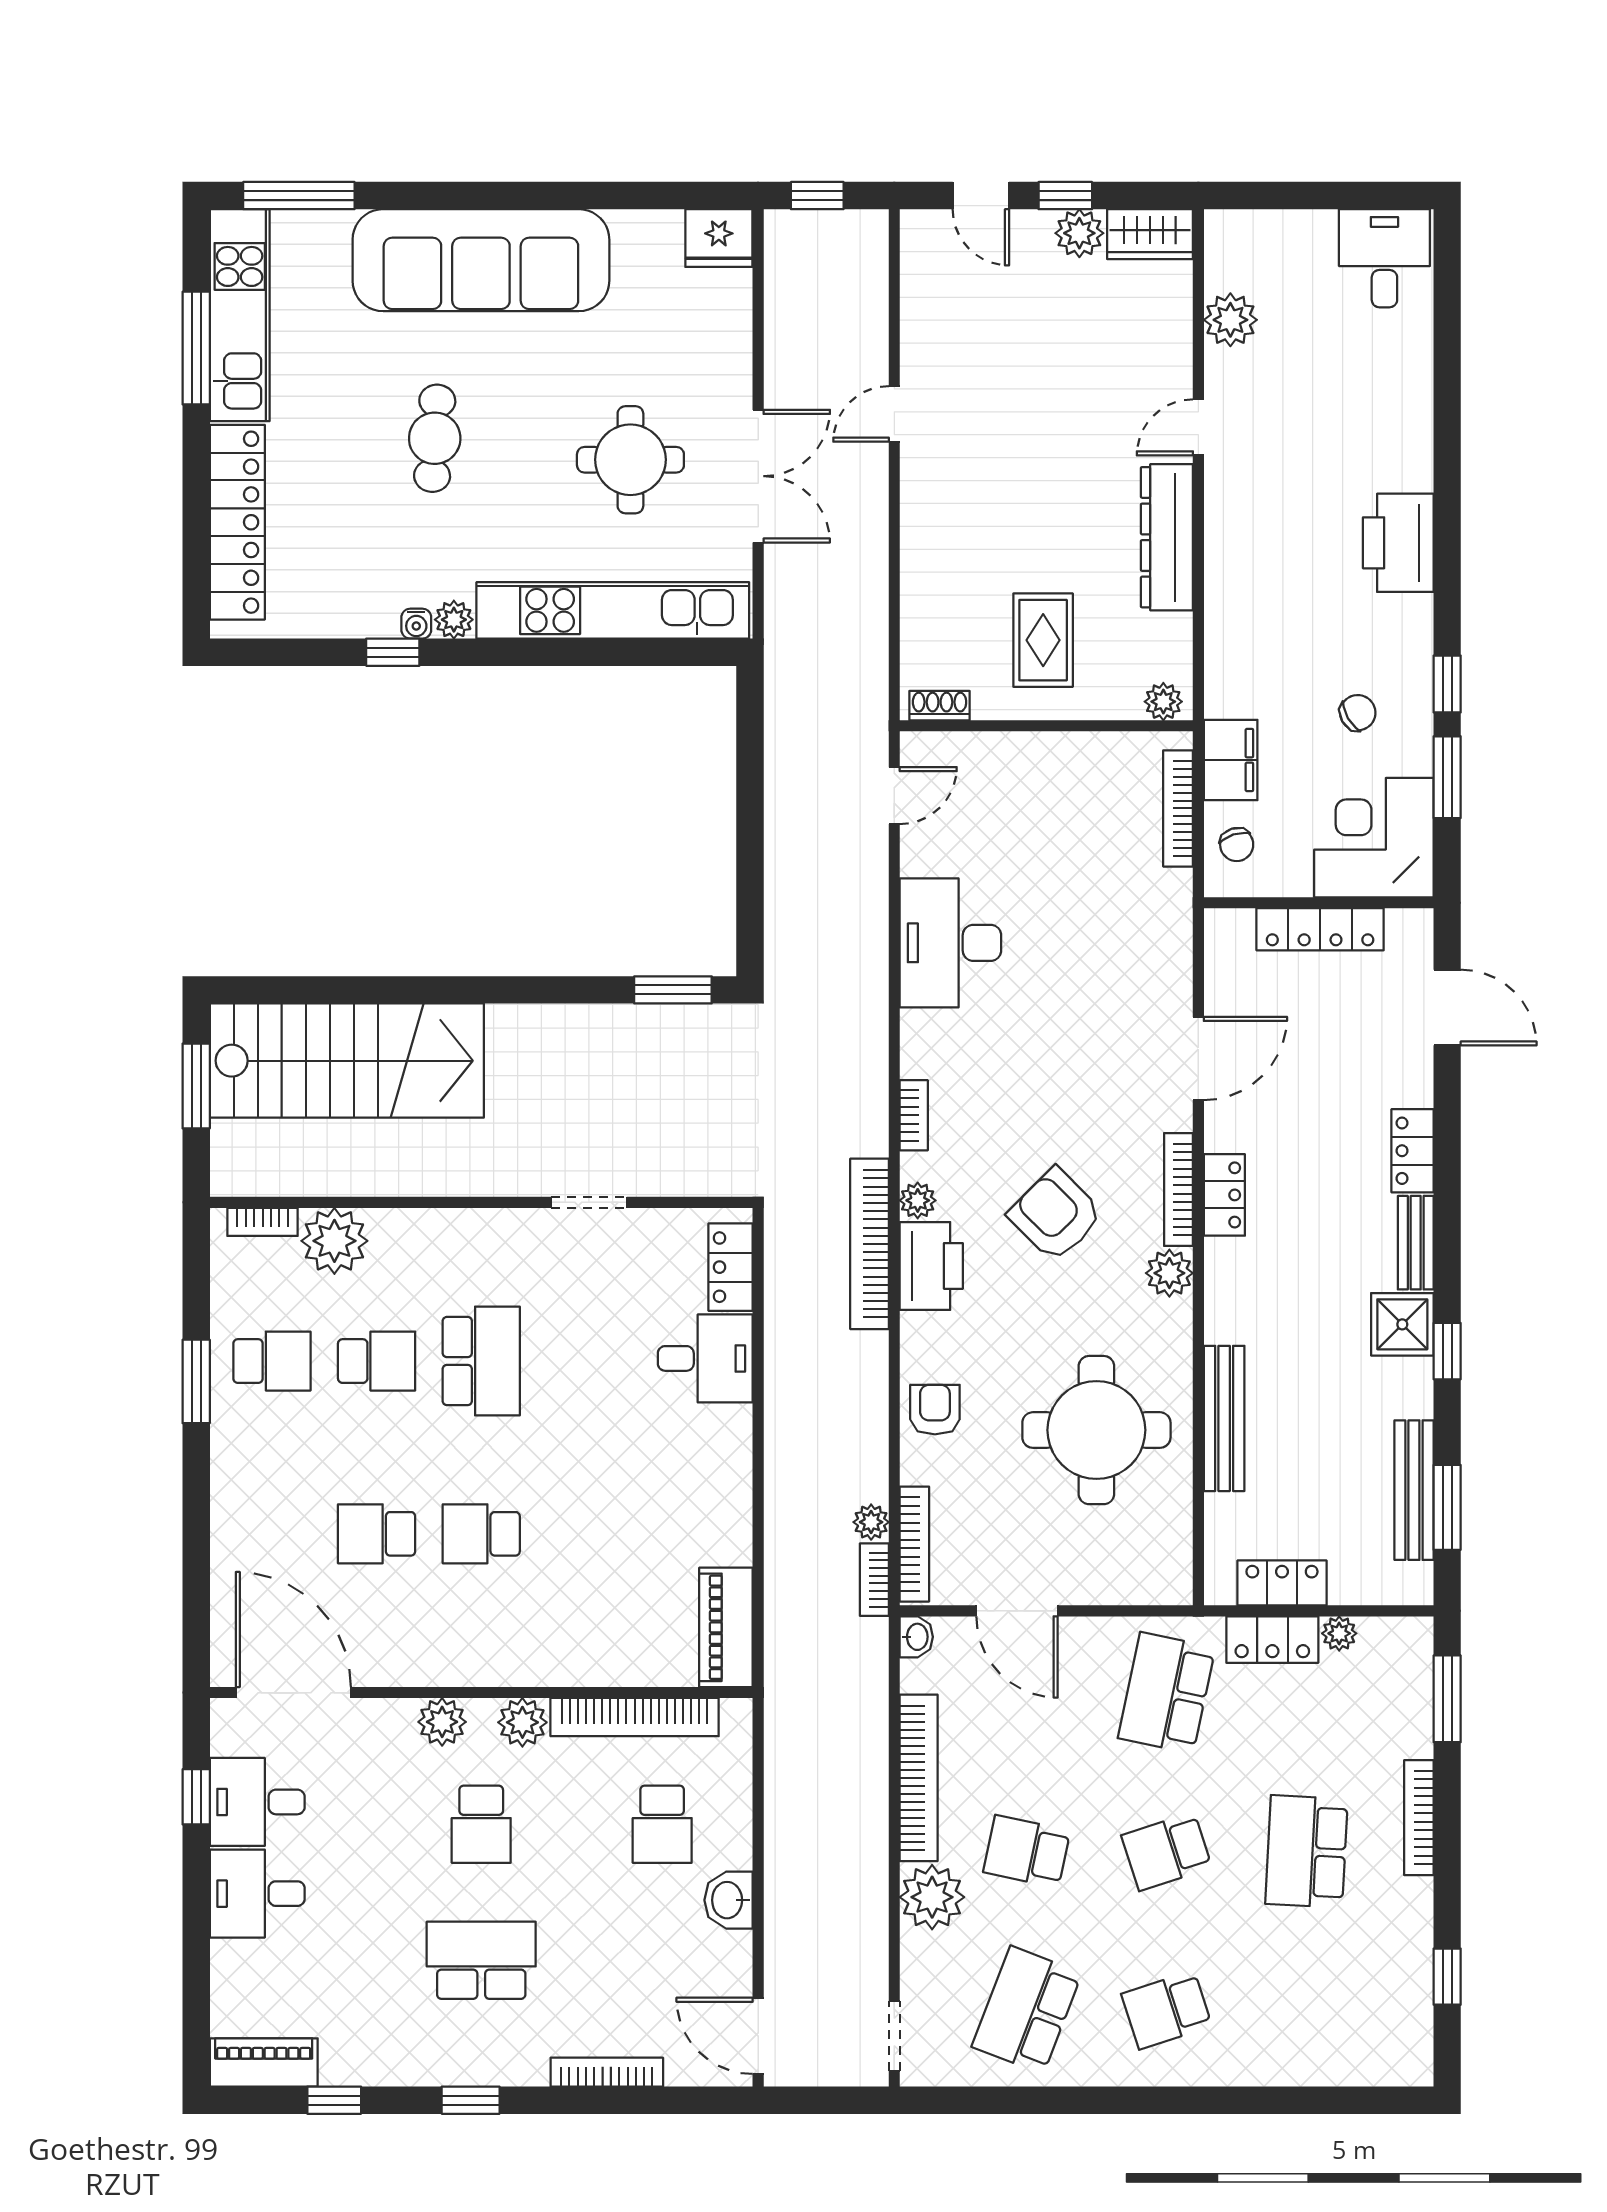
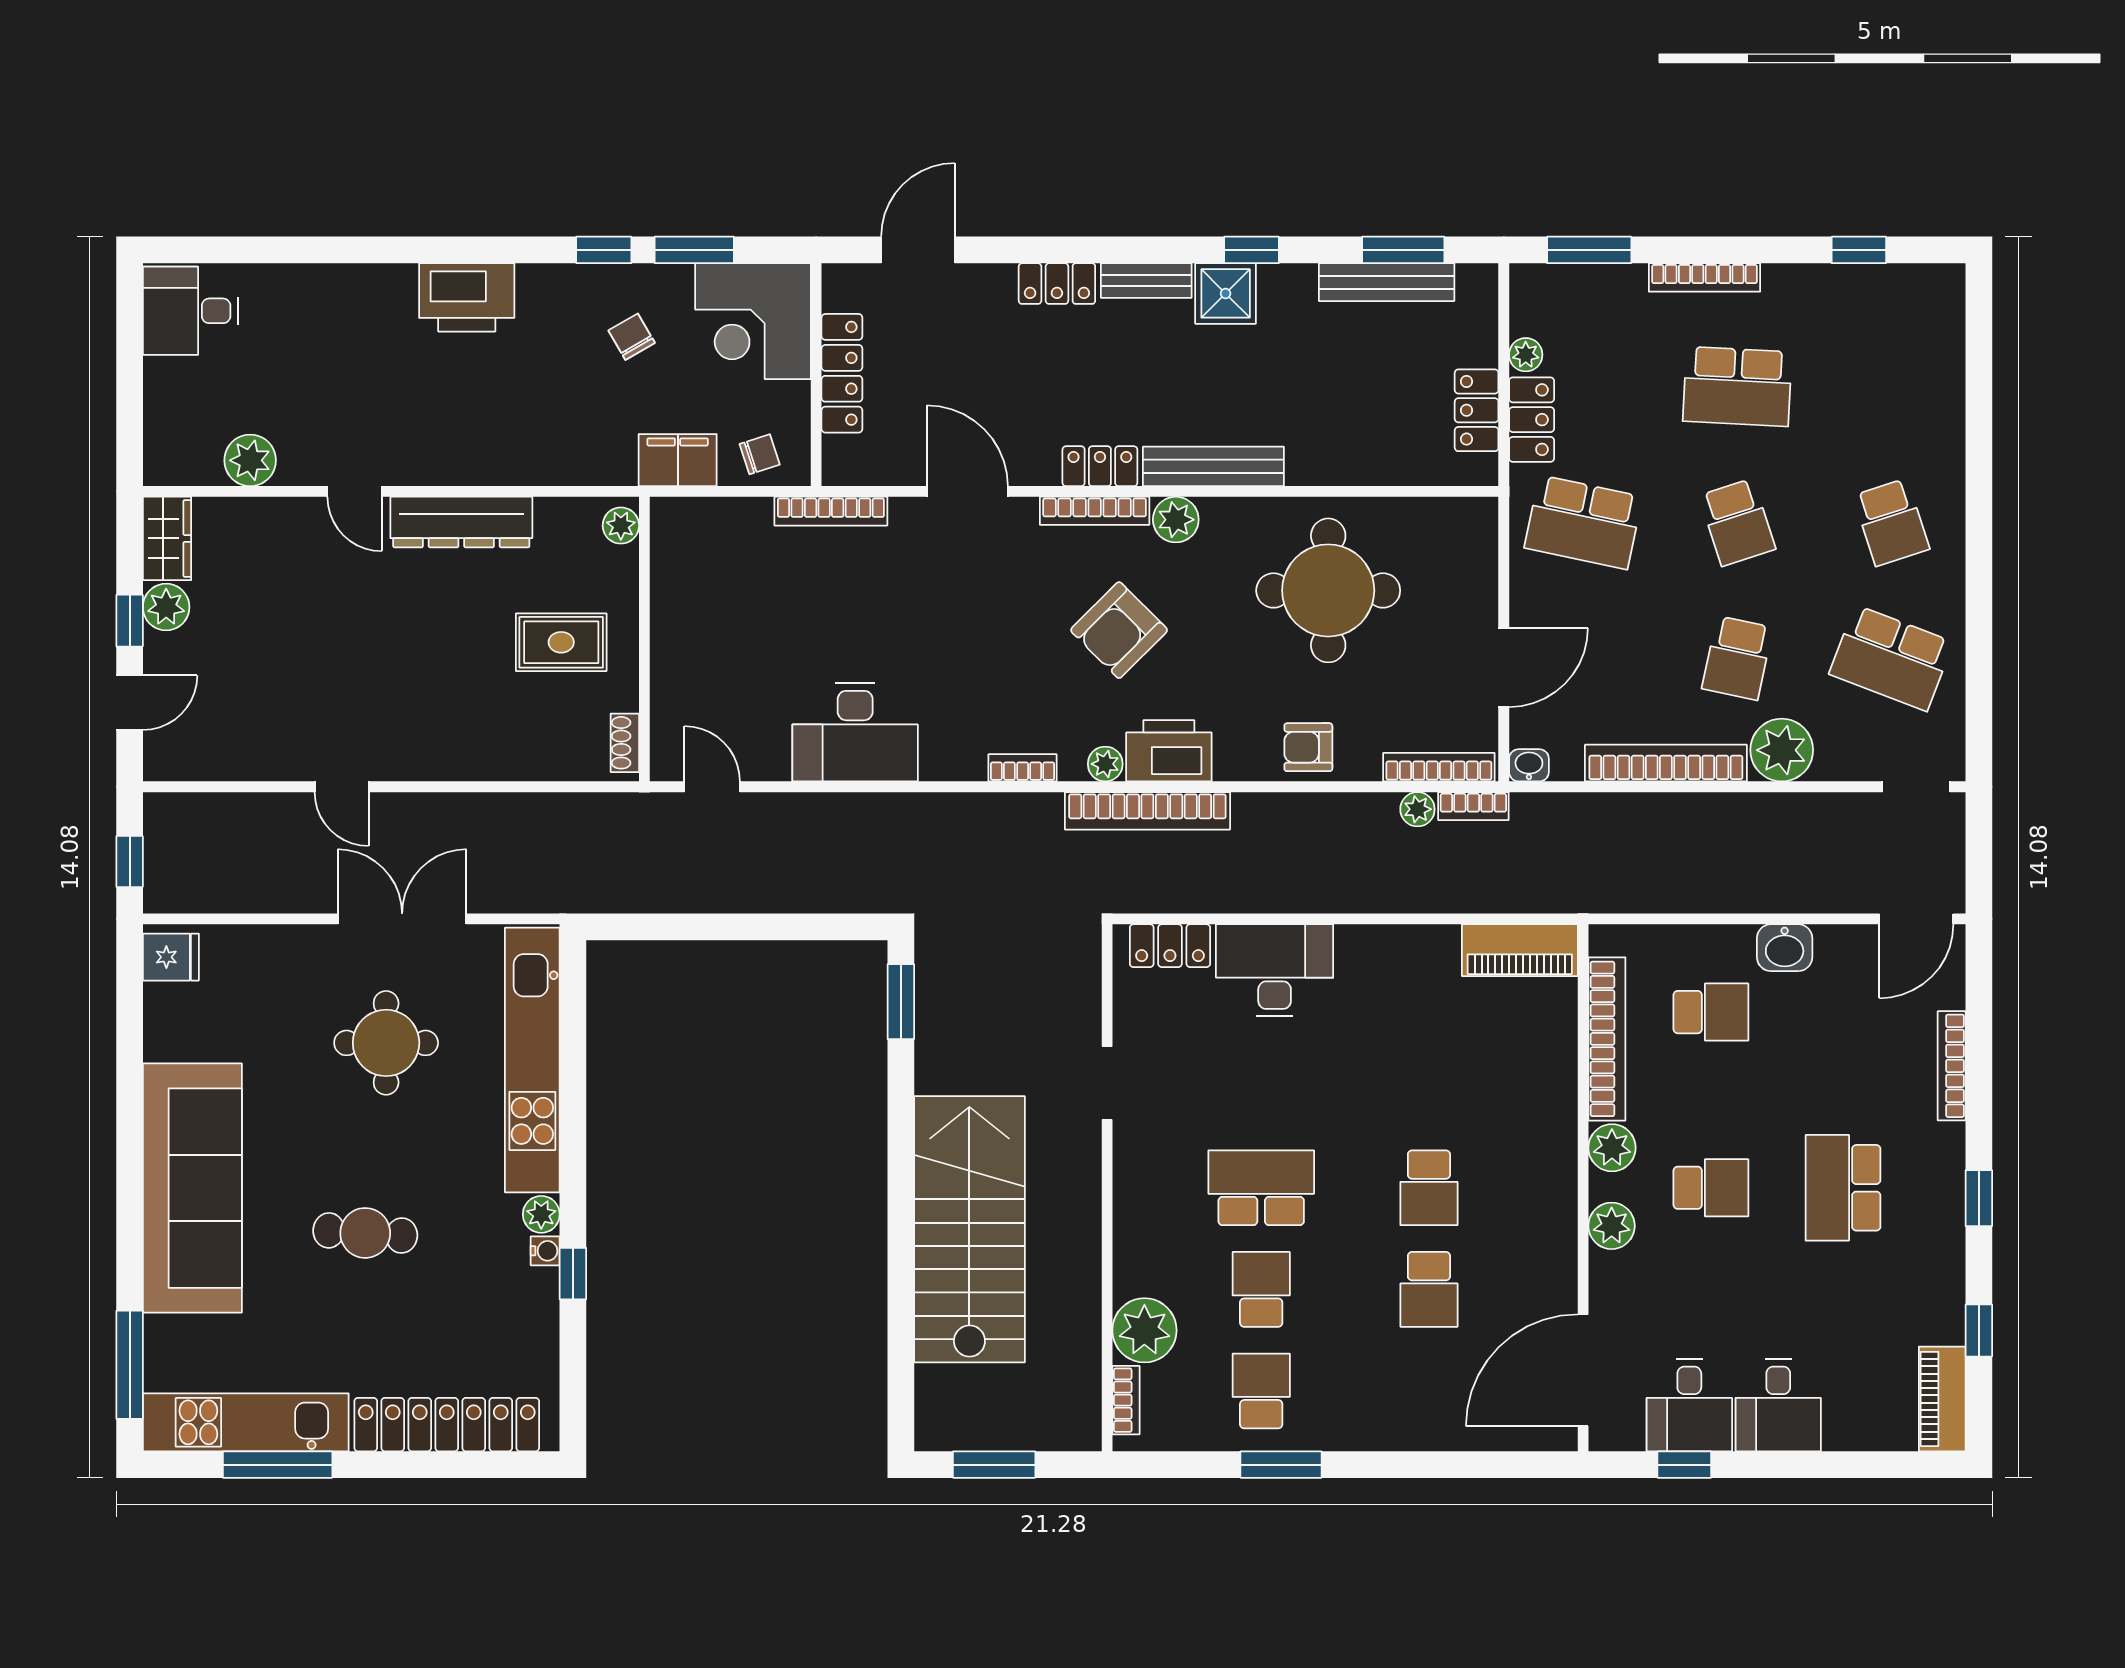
fridge: (719, 238) -> (171, 957), width x0.72
bookcase: (1178, 808) -> (831, 511), moved
stairs: (347, 1061) -> (969, 1229), moved
desk: (705, 1358) -> (1275, 970), width x1.37
bench: (1224, 1418) -> (1213, 466), moved

